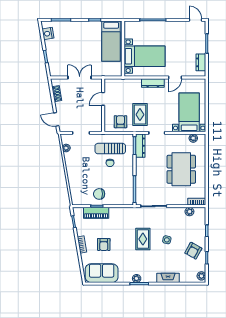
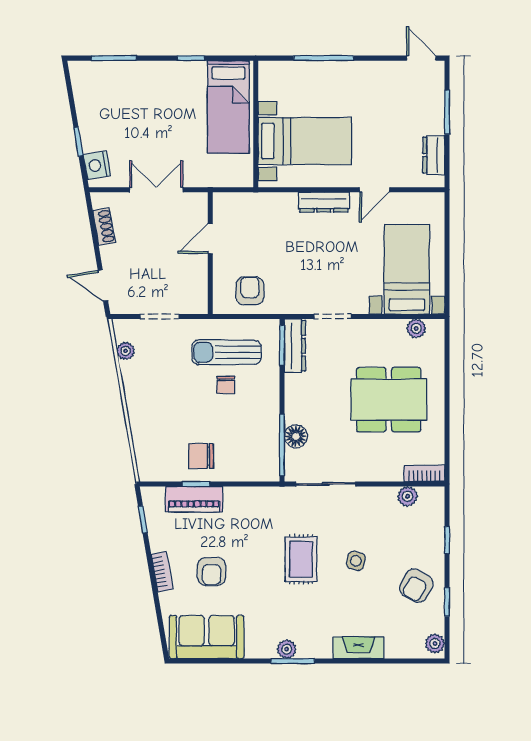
nightstand: (48, 34) -> (97, 165), moved
rug: (140, 115) -> (294, 274), removed
dining table: (181, 169) -> (389, 400), turned 90
floor lamp: (141, 185) -> (296, 436), added

